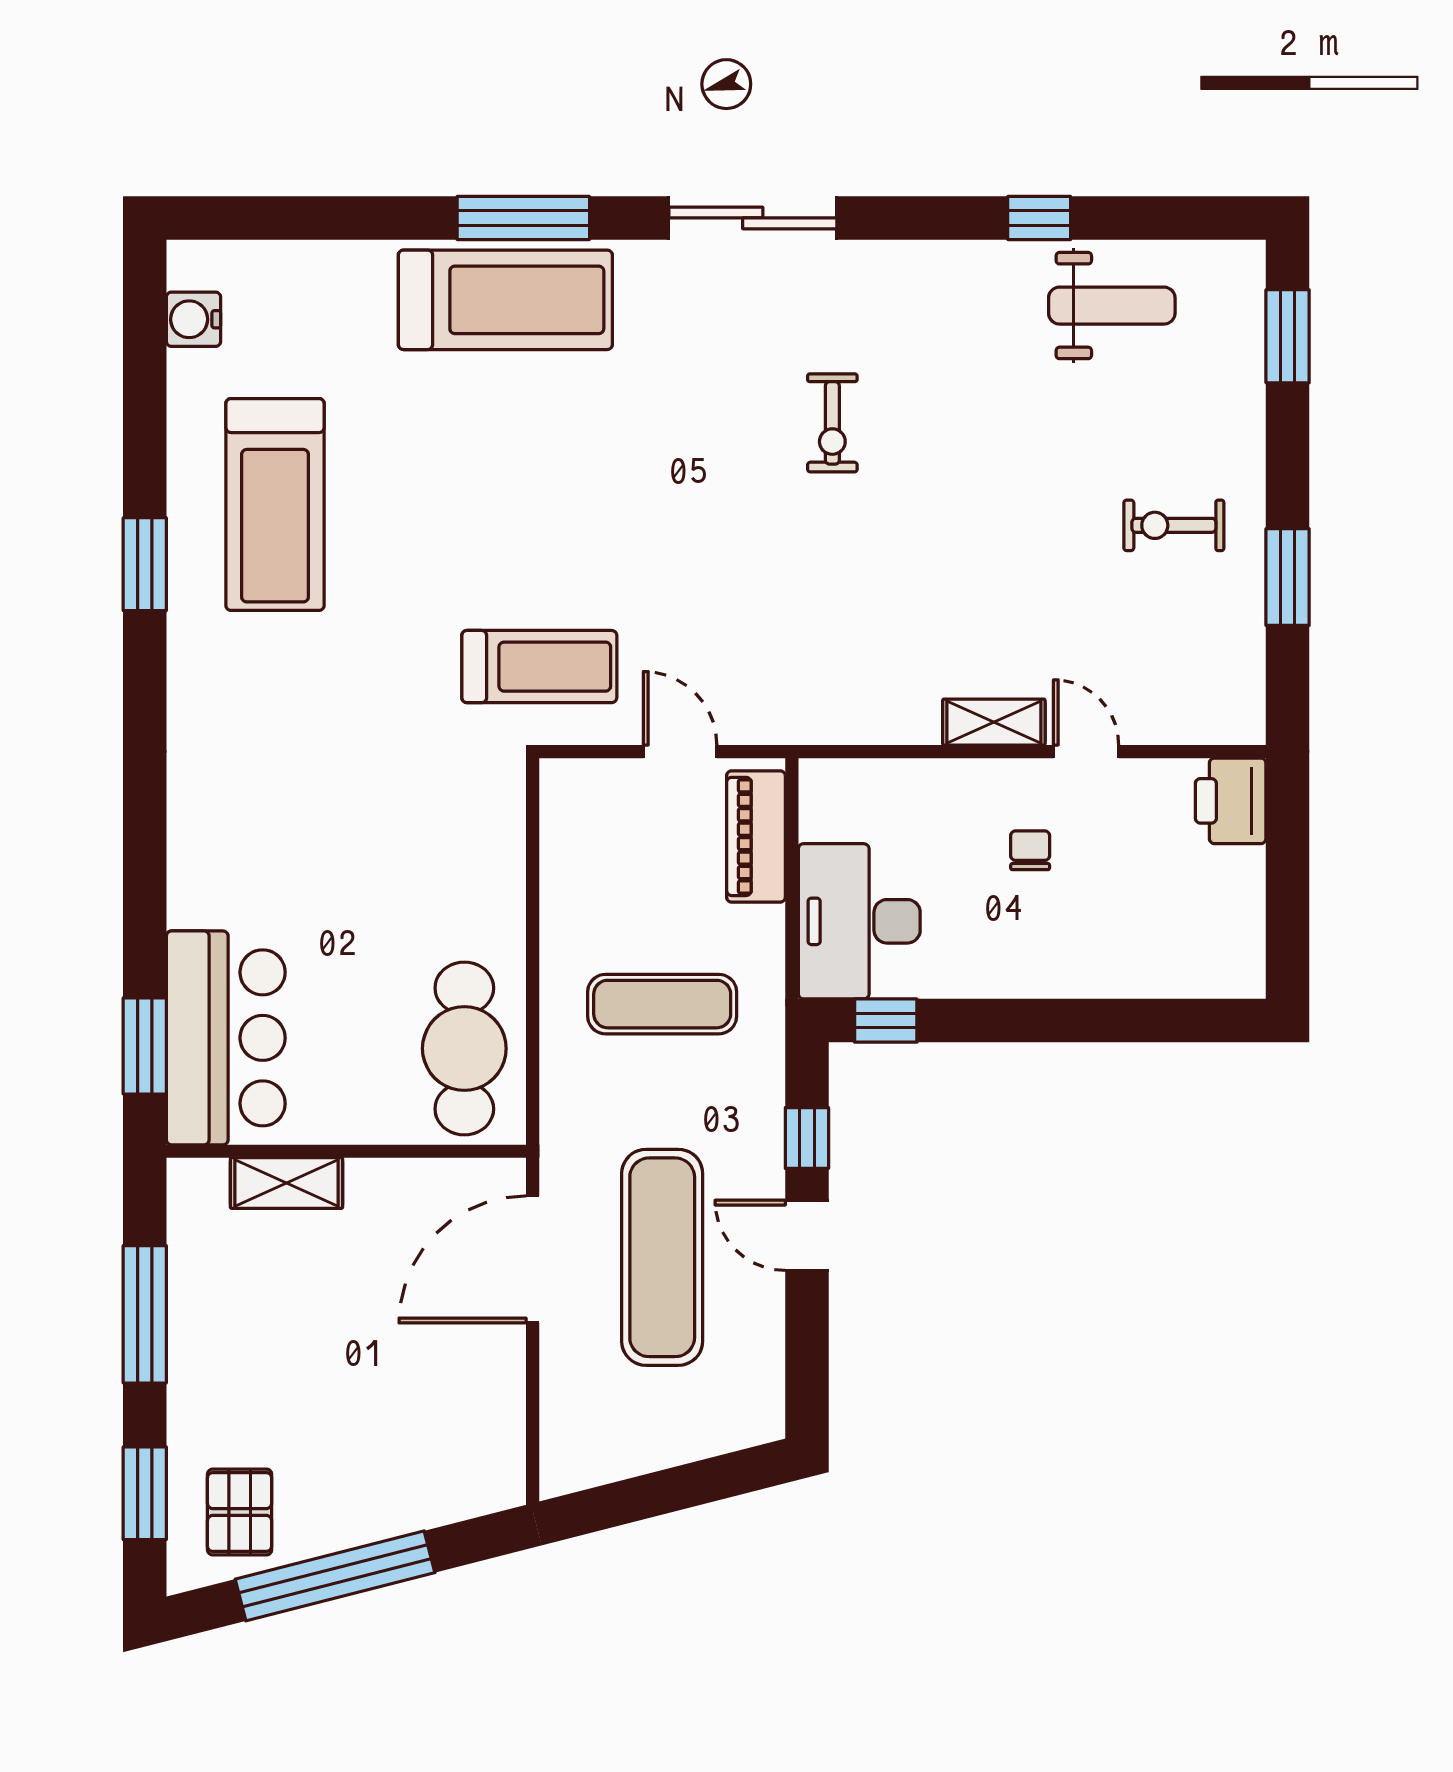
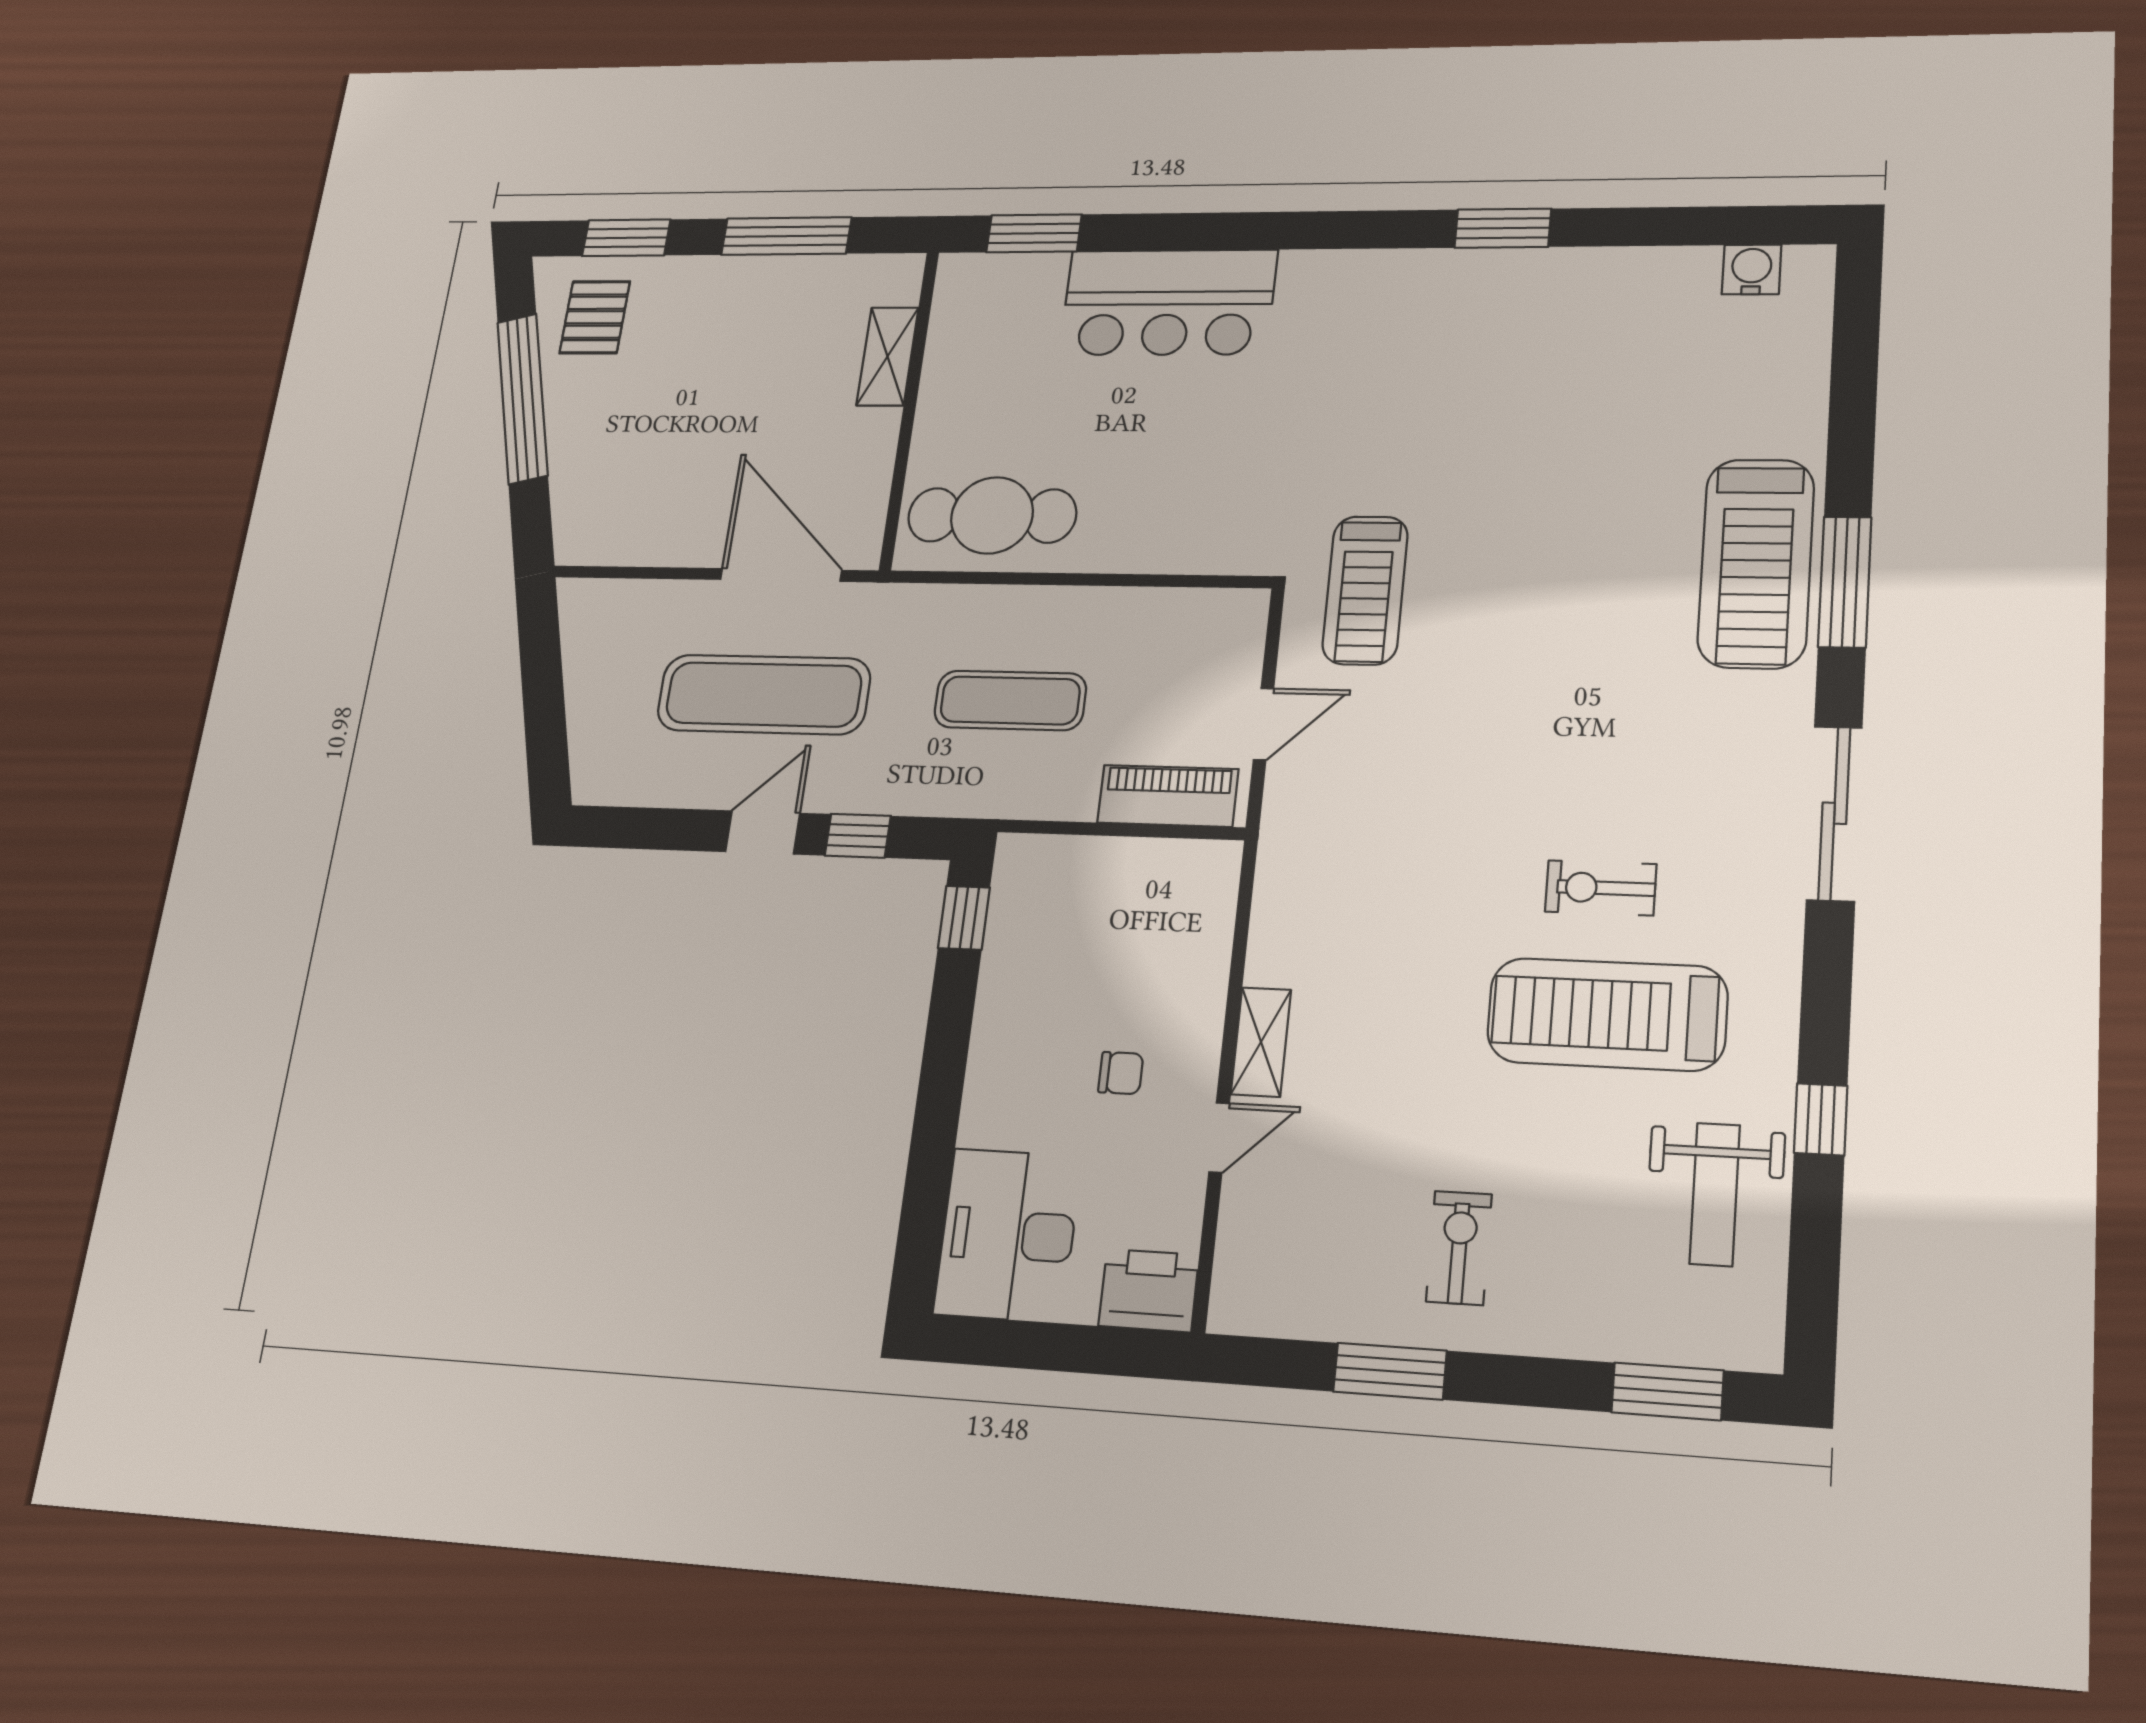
treadmill: (275, 504) -> (1607, 1014), moved
desk: (859, 921) -> (1008, 1235), moved, turned -90
exercise mat: (662, 1004) -> (1010, 700), turned 90
bar counter: (226, 1038) -> (1168, 302), moved
pallet: (240, 1512) -> (595, 317), turned 90

